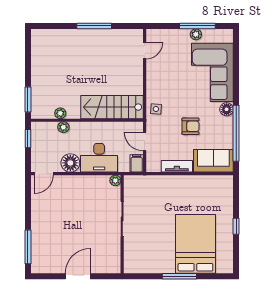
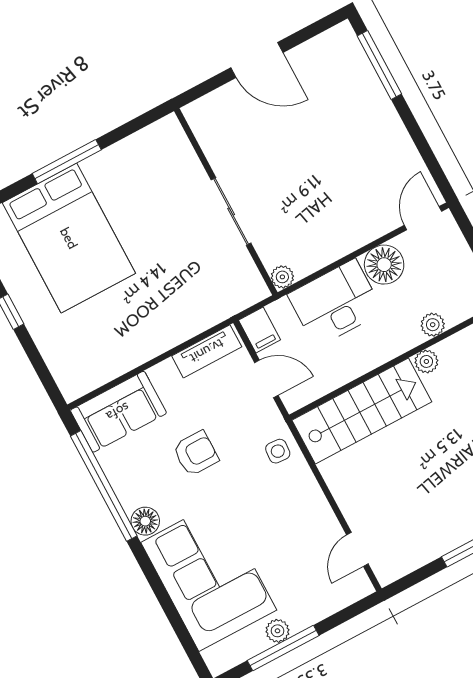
plant: (60, 113) -> (426, 361), moved
armchair: (191, 126) -> (196, 453), turned 180
tv unit: (177, 166) -> (207, 351), moved
door: (78, 276) -> (257, 60), hinge flipped

